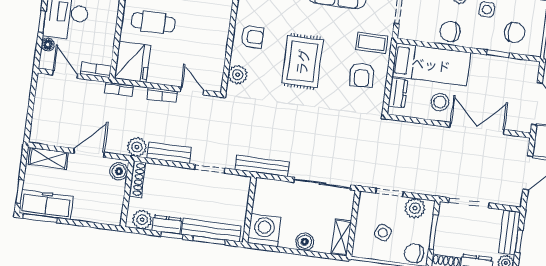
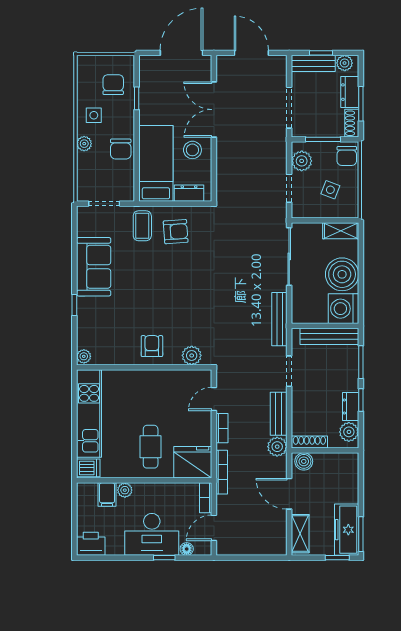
rug: (302, 62) -> (170, 292), removed
bookcase: (119, 89) -> (222, 472), width x1.56
bench: (211, 230) -> (329, 336), moved, turned 90
boiler: (305, 242) -> (342, 274), width x1.86, depth x1.86

